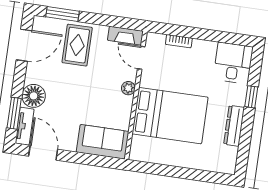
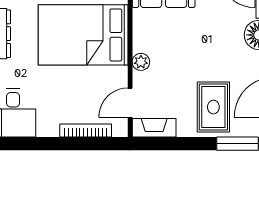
bookcase: (179, 41) -> (86, 131), width x1.56
door: (141, 58) -> (130, 103), swing flipped

